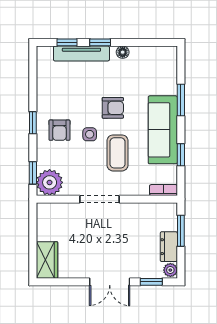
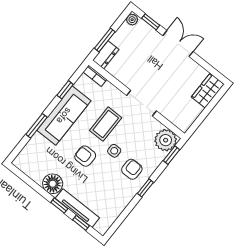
floor lamp: (123, 52) -> (53, 184), width x1.89, depth x1.89
dresser: (169, 247) -> (106, 55), moved

